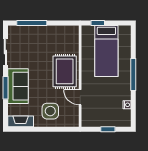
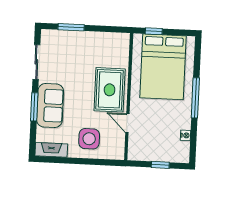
window: (32, 23) -> (71, 27), width x0.69
bed: (106, 51) -> (163, 67), width x1.50

